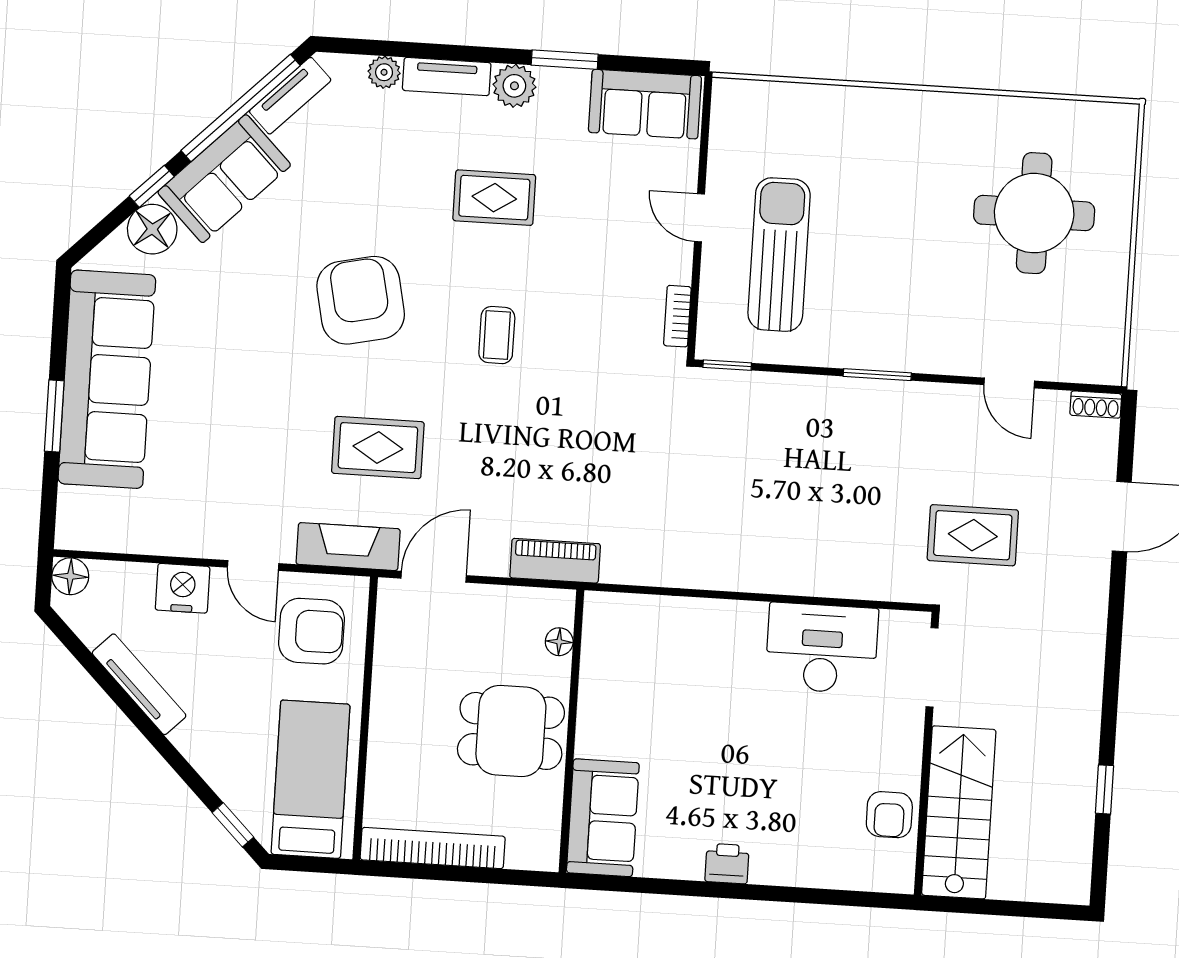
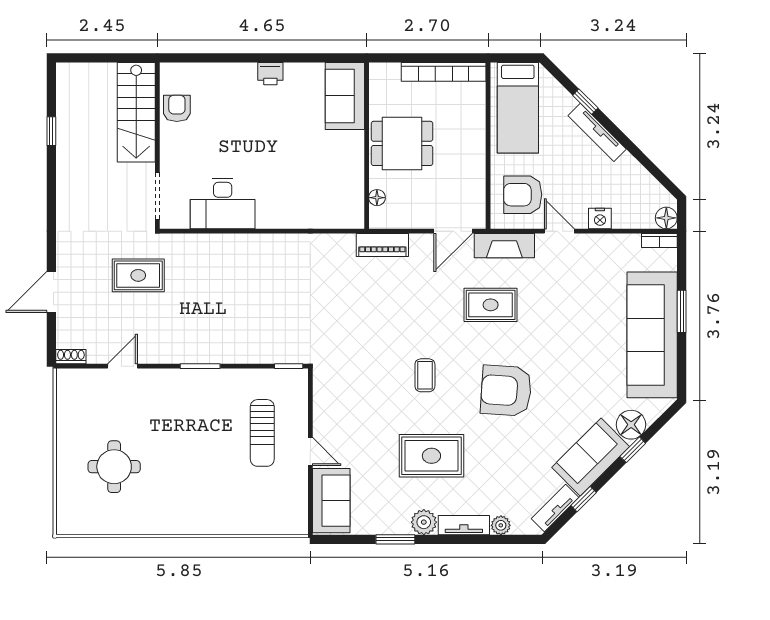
sofa: (645, 104) -> (331, 501), moved, turned 90
window: (241, 108) -> (584, 499), width x0.32
rug: (494, 198) -> (431, 456), width x1.36, depth x1.43
round table: (1034, 213) -> (114, 467), width x0.73, depth x0.73
sun lounger: (779, 255) -> (262, 433), width x0.73, depth x0.75
armchair: (361, 300) -> (506, 391), turned 106
bookcase: (677, 316) -> (659, 240), moved, turned 90
door: (1009, 383) -> (122, 366), hinge flipped
nightstand: (183, 588) -> (600, 218), width x0.74, depth x0.75
tv unit: (139, 684) -> (597, 132), moved
window: (233, 825) -> (585, 102), moved

